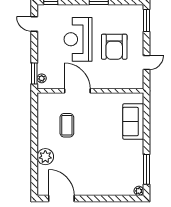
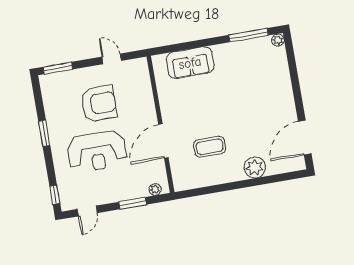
window: (34, 74) -> (133, 203), moved

